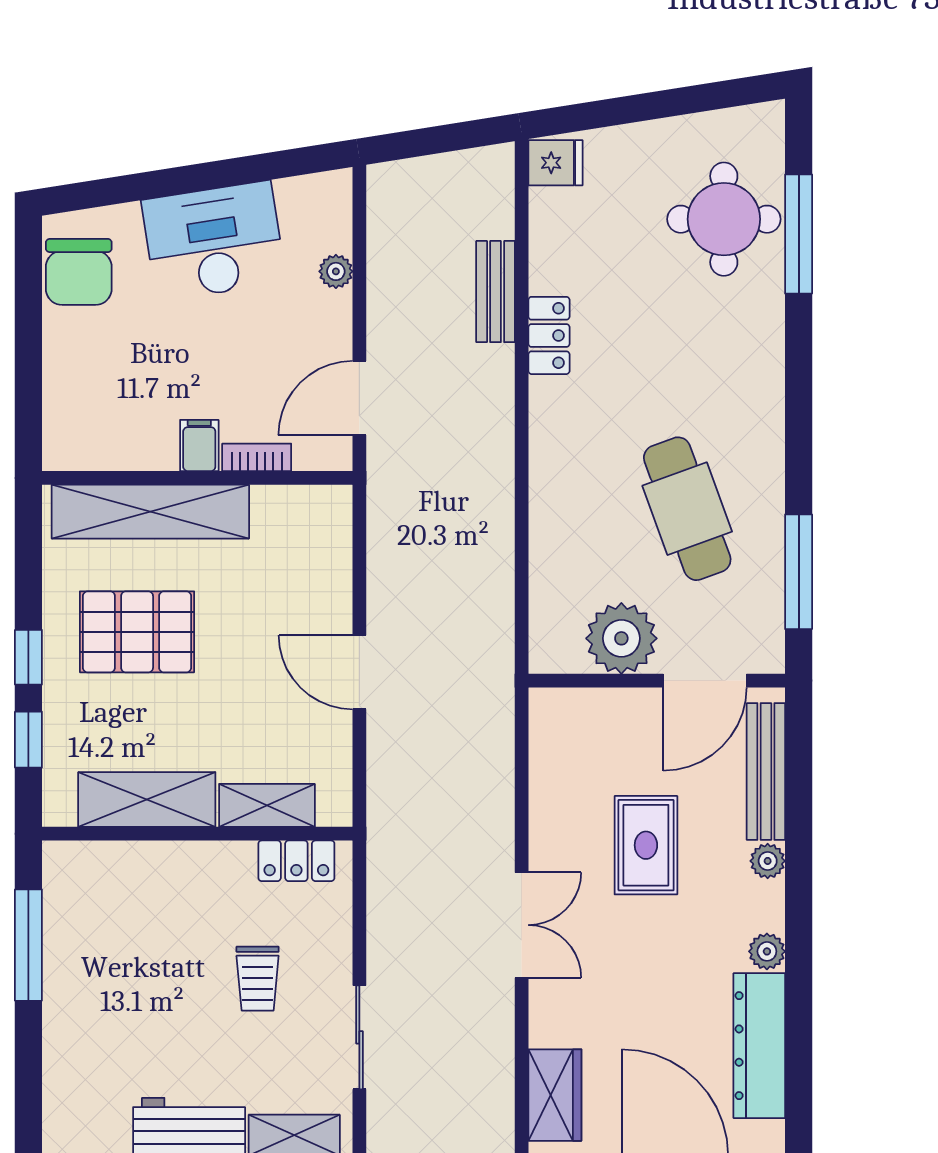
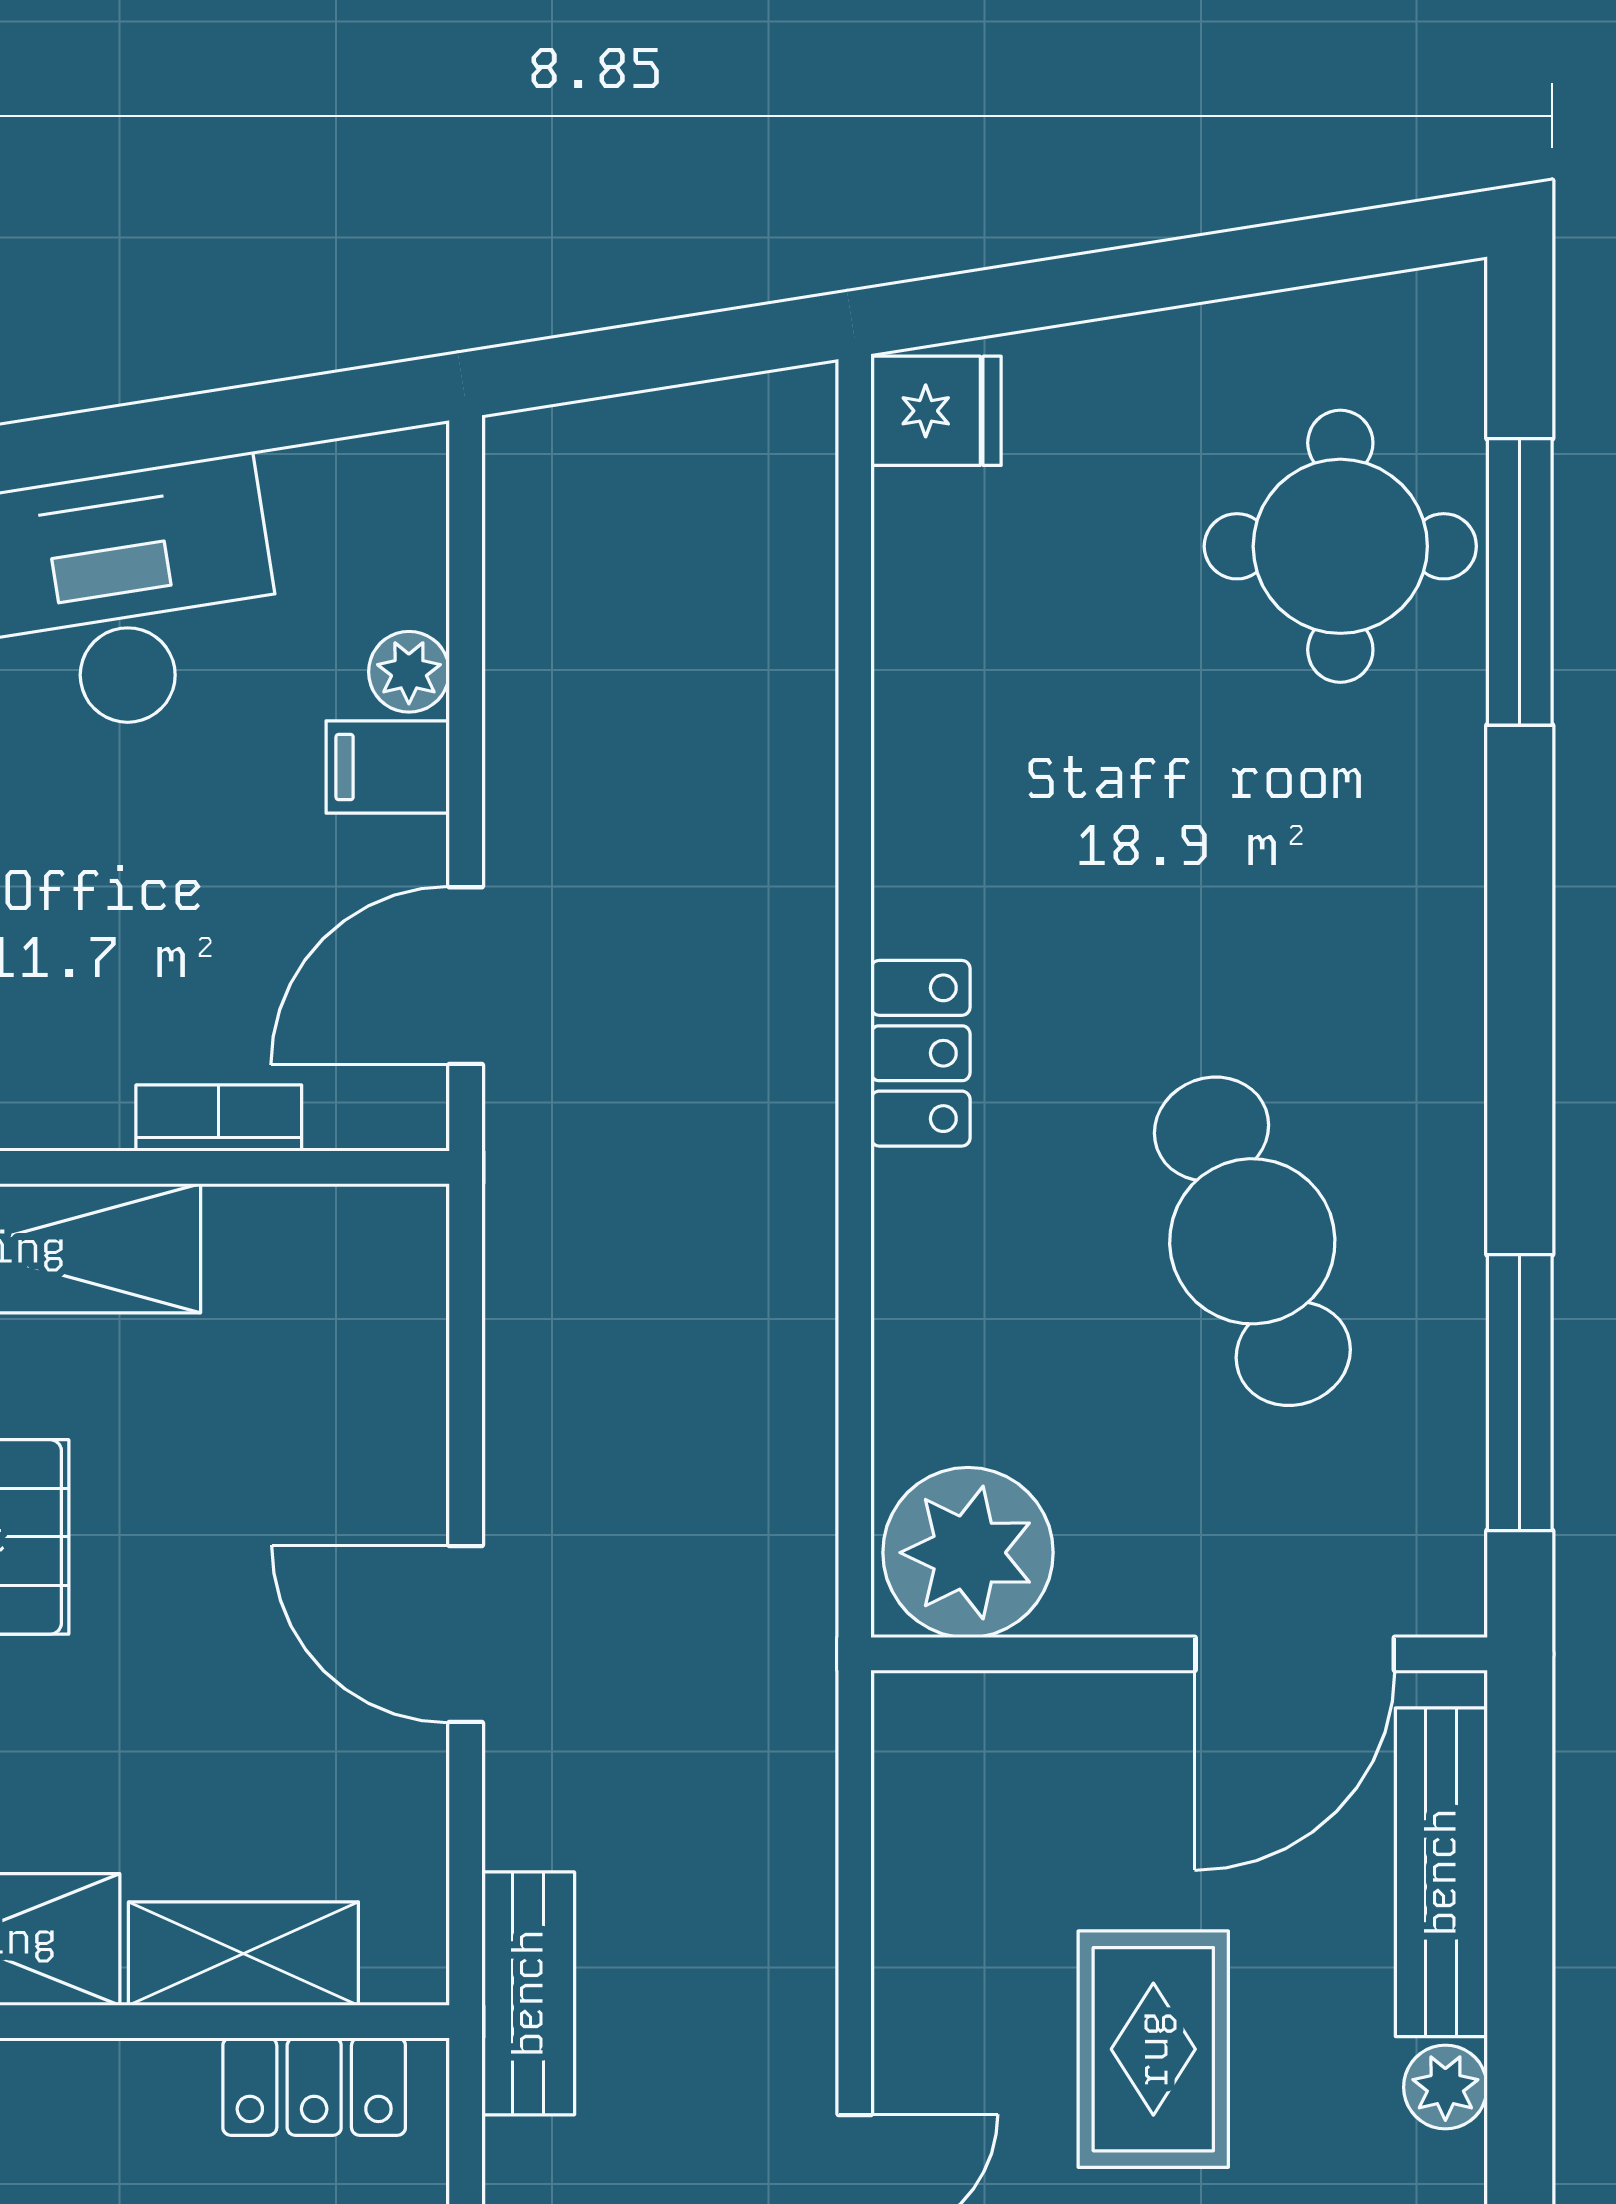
bench: (496, 292) -> (528, 1993), moved
locker: (549, 335) -> (921, 1053), moved
filing cabinet: (199, 445) -> (388, 767), moved, turned -90
plant: (621, 638) -> (968, 1553), moved

